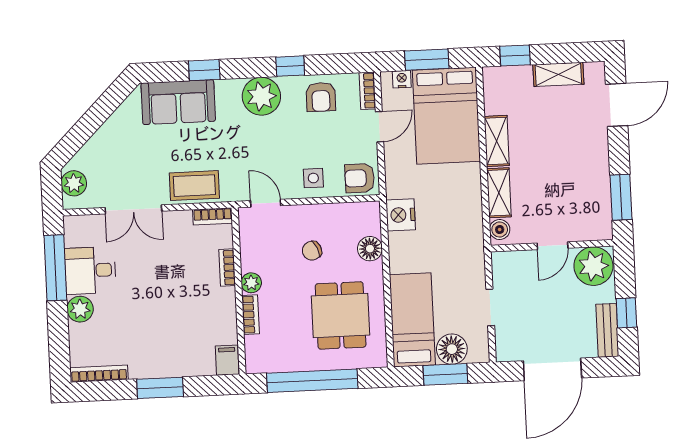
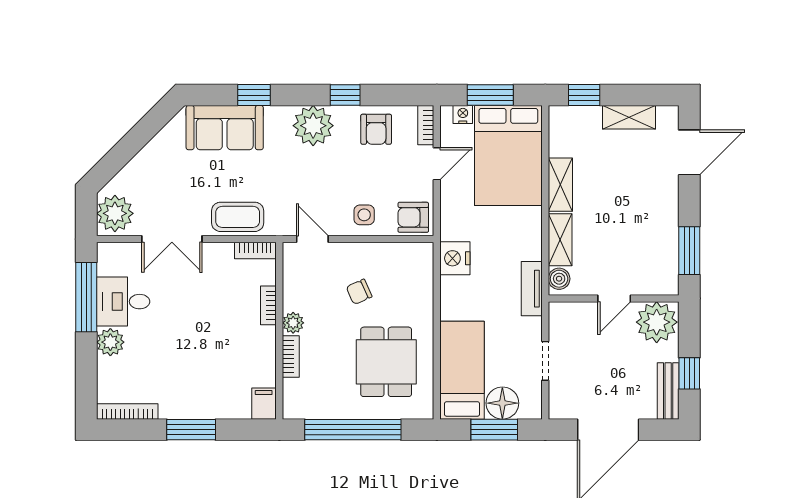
plant: (74, 183) -> (115, 213), width x1.36, depth x1.36
tv unit: (474, 240) -> (532, 289), added
floor lamp: (370, 249) -> (421, 293), removed

